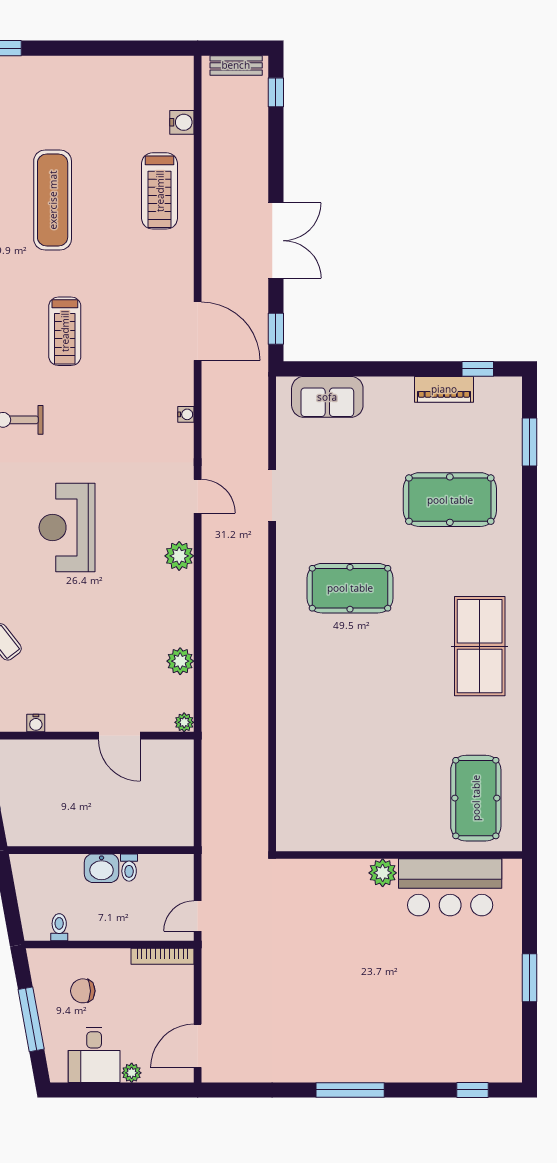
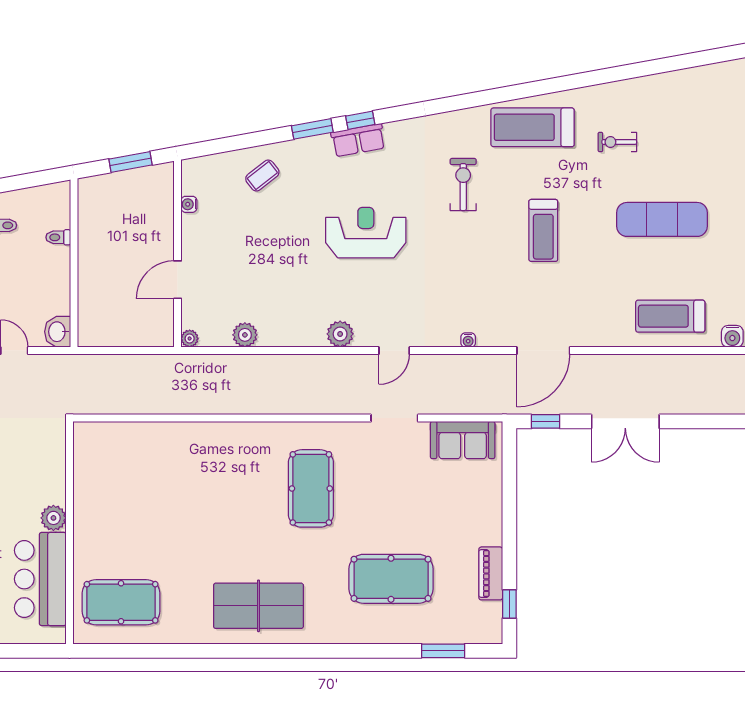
treadmill: (65, 331) -> (543, 230), turned -90
sofa: (327, 397) -> (463, 440), moved, turned -90
pool table: (450, 500) -> (391, 579), turned 90
washbasin: (102, 868) -> (58, 332), moved
toilet: (129, 868) -> (58, 237), moved

